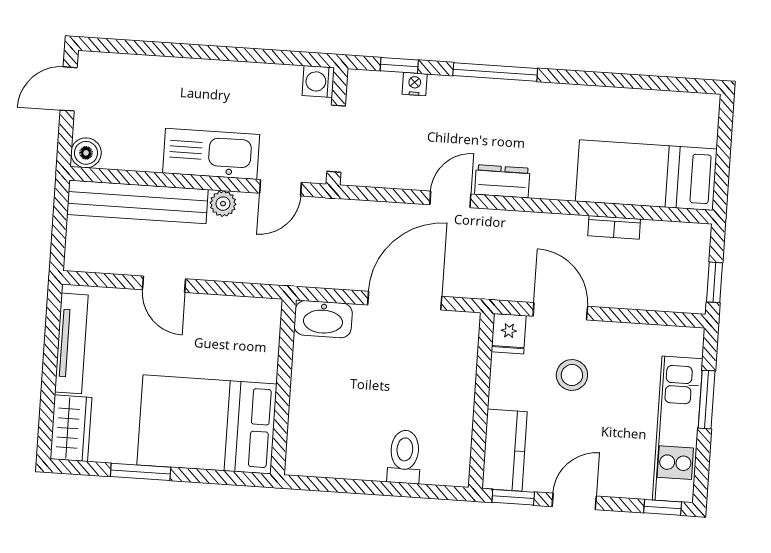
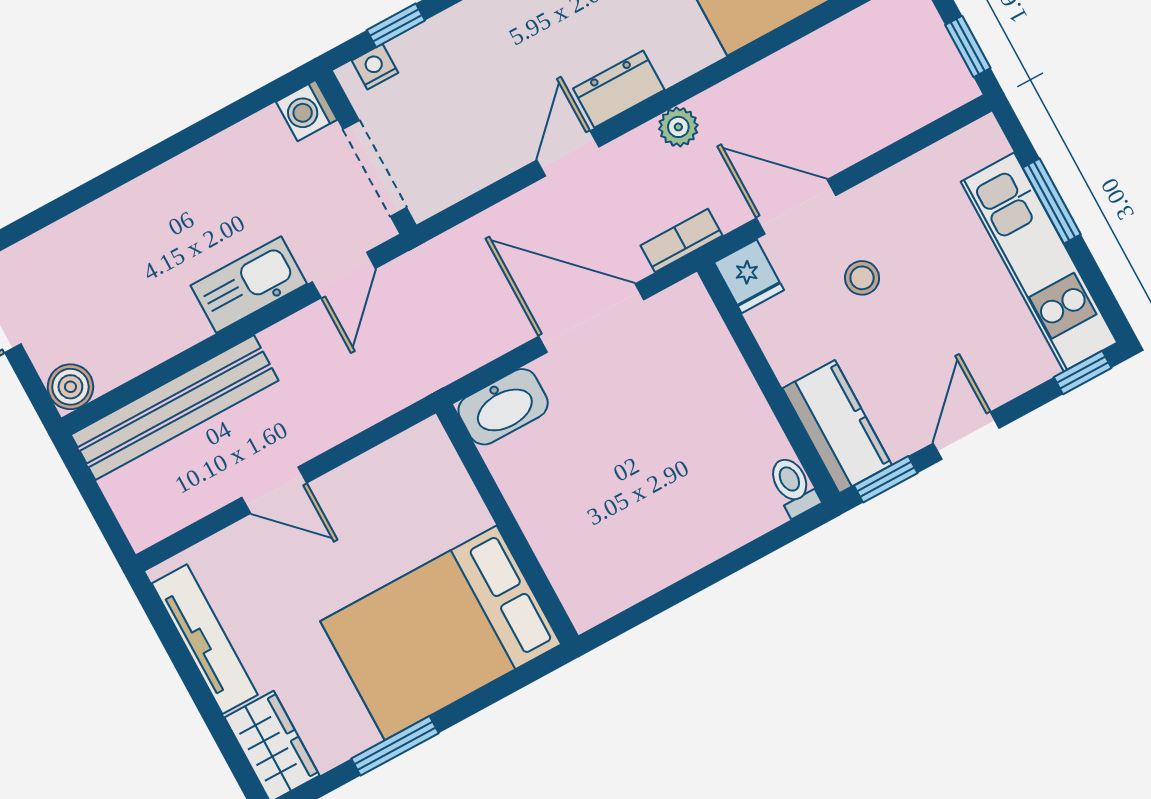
nightstand: (415, 84) -> (375, 67), moved
kitchen sink: (211, 154) -> (249, 285), width x0.73, depth x0.81
plant: (223, 204) -> (678, 127), moved
bookcase: (614, 227) -> (682, 240), moved, turned 180
door: (405, 301) -> (591, 318), hinge flipped
stool: (572, 375) -> (862, 278), width x0.73, depth x0.73
toilet: (404, 457) -> (793, 486), moved, width x0.73, depth x0.72

